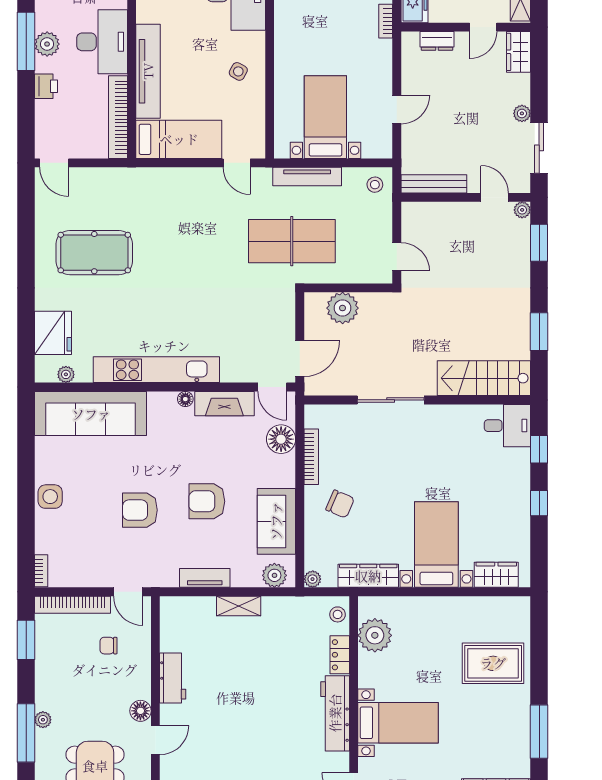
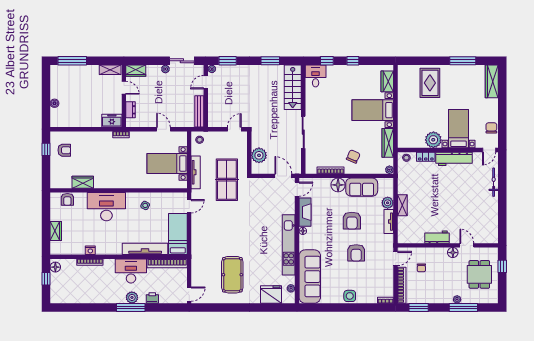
floor lamp: (281, 439) -> (338, 185), moved
plant: (274, 575) -> (388, 203), moved
plant: (375, 635) -> (433, 140), moved

